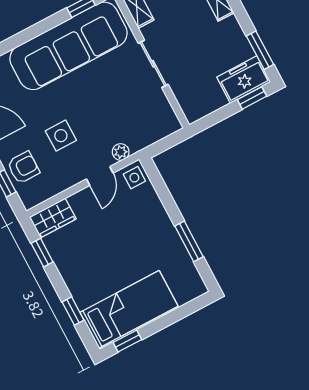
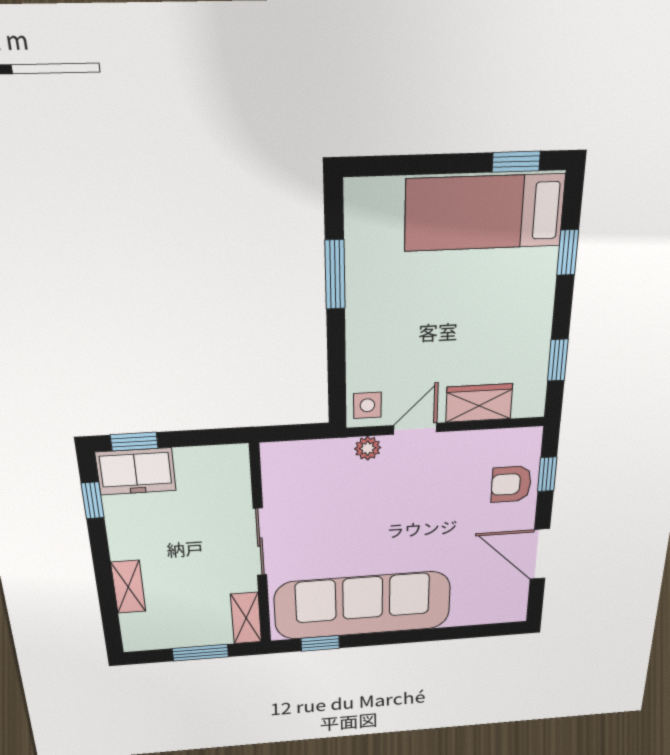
window: (260, 50) -> (93, 500), width x0.67
side table: (61, 136) -> (437, 503), removed
wardrobe: (53, 218) -> (479, 403), moved

